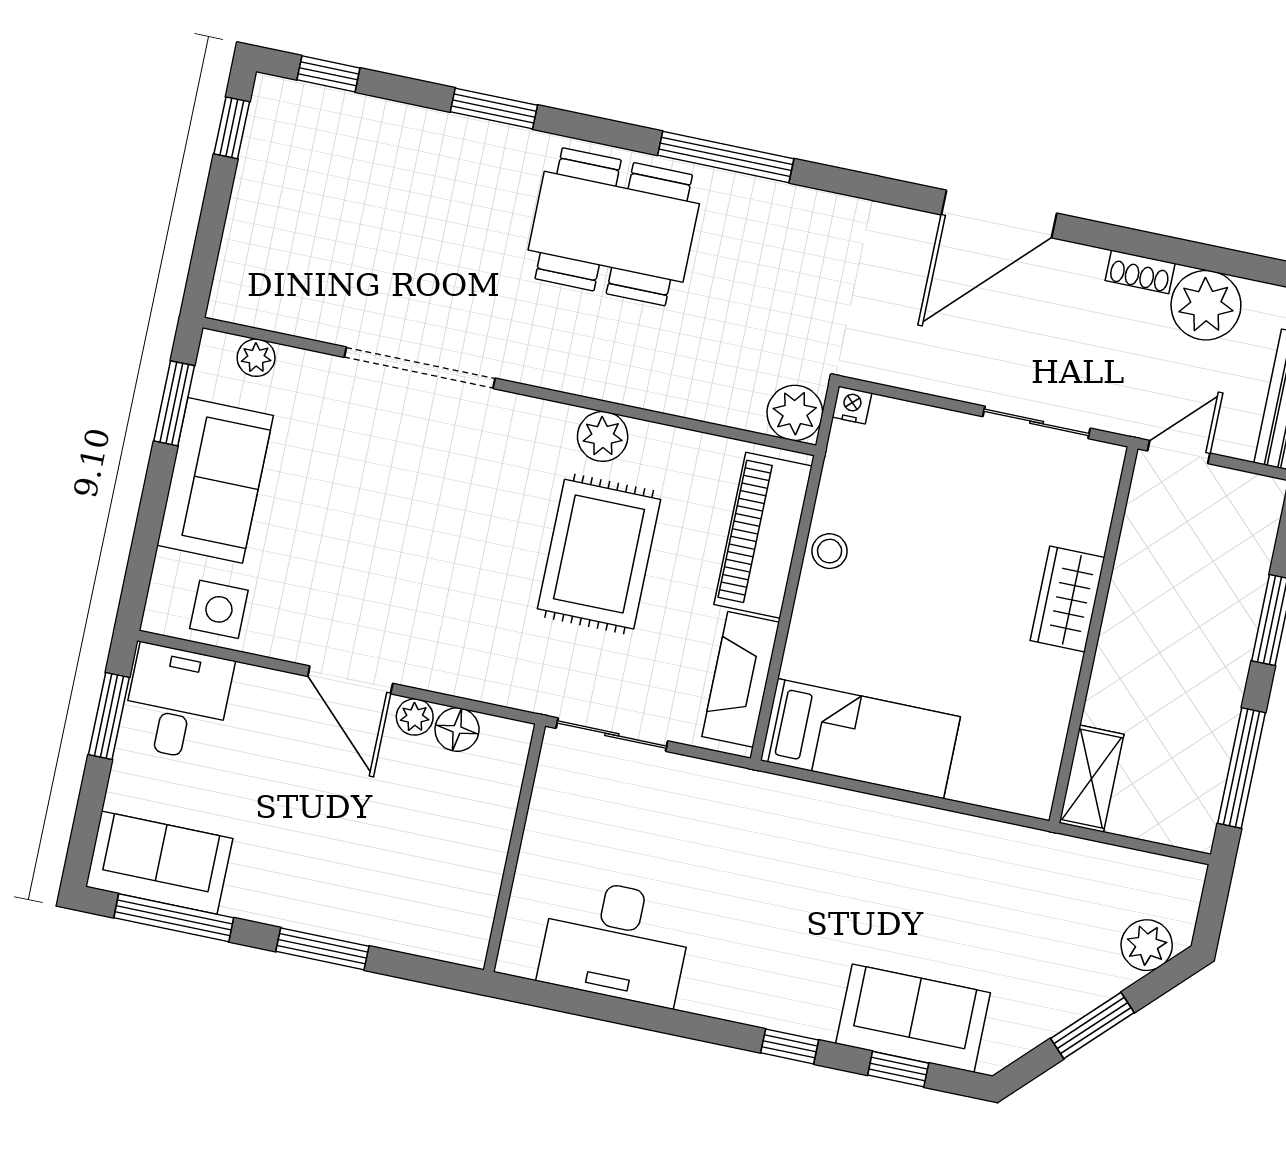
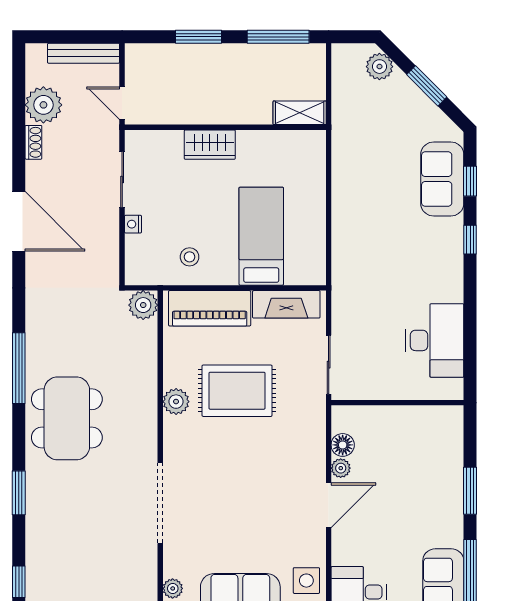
nightstand: (852, 405) -> (133, 224), moved
stool: (830, 551) -> (190, 257), moved
bed: (860, 739) -> (261, 236), moved

